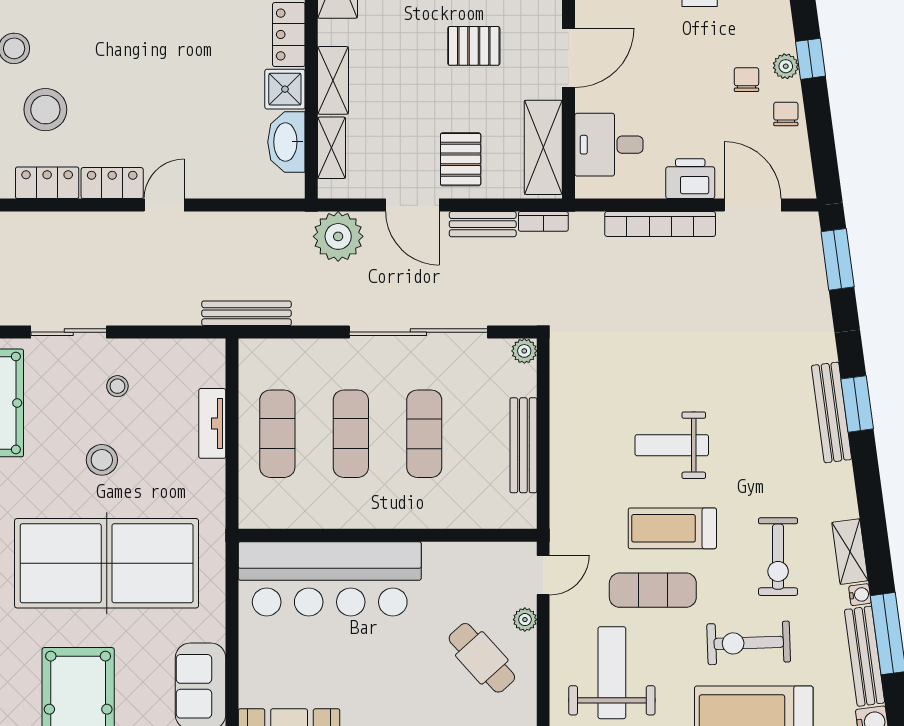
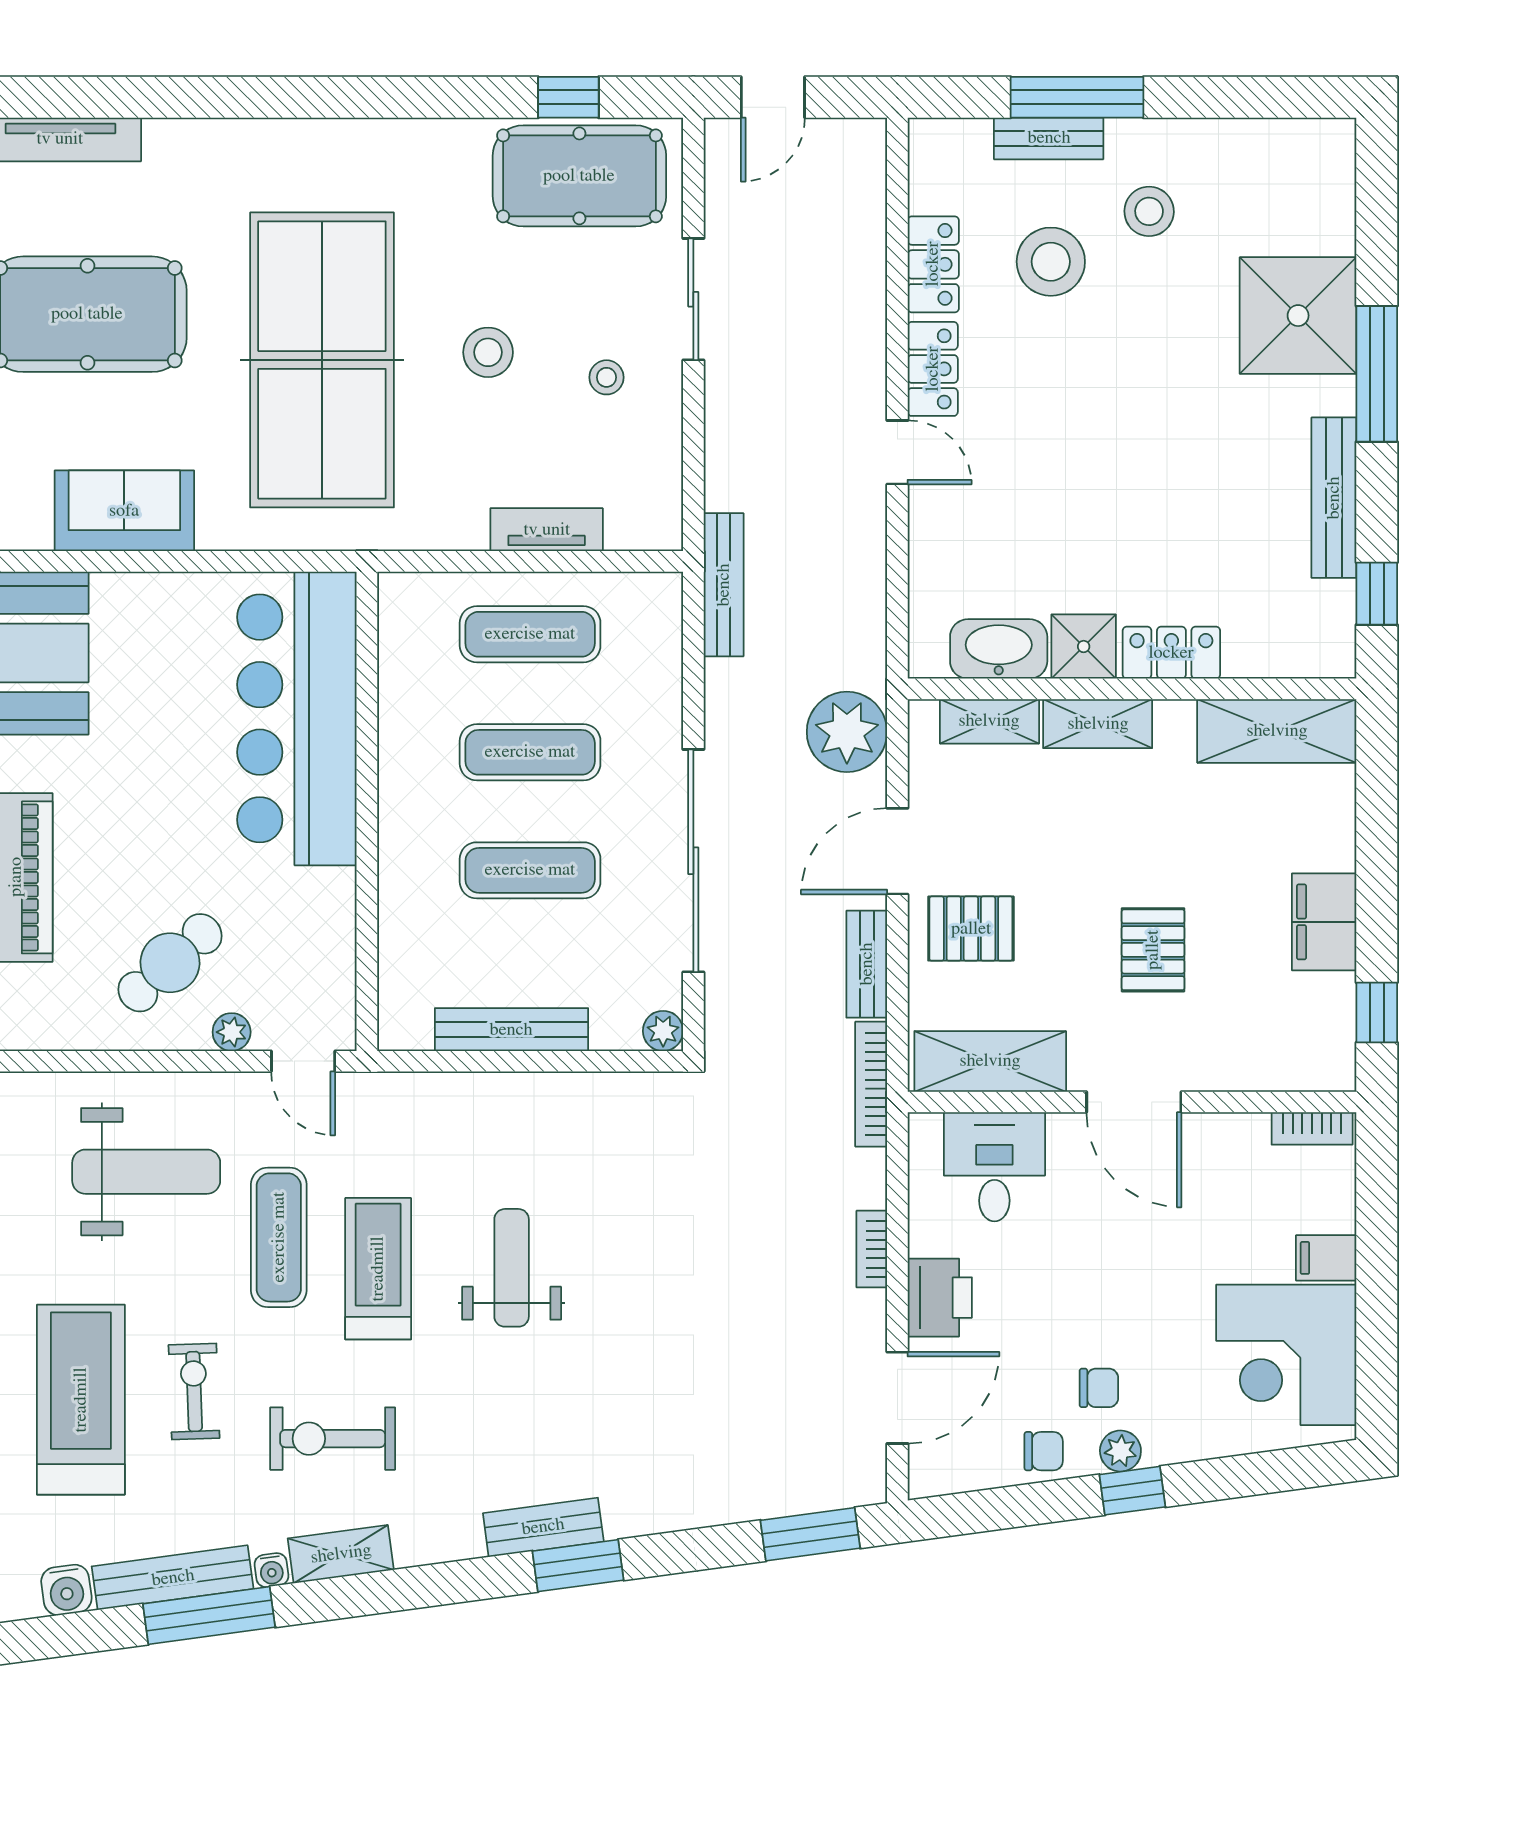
bookcase: (543, 221) -> (871, 1084), width x1.56
bookcase: (660, 224) -> (872, 1249), width x0.43, depth x0.76
bench: (832, 412) -> (543, 1527), width x0.73
exercise bike: (749, 643) -> (194, 1392), width x0.73, depth x0.72

